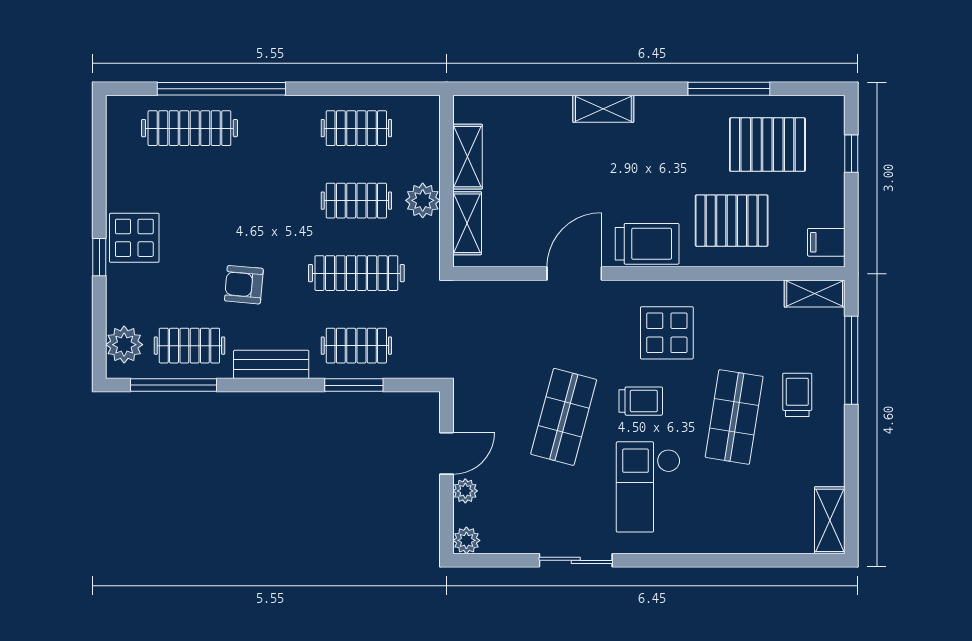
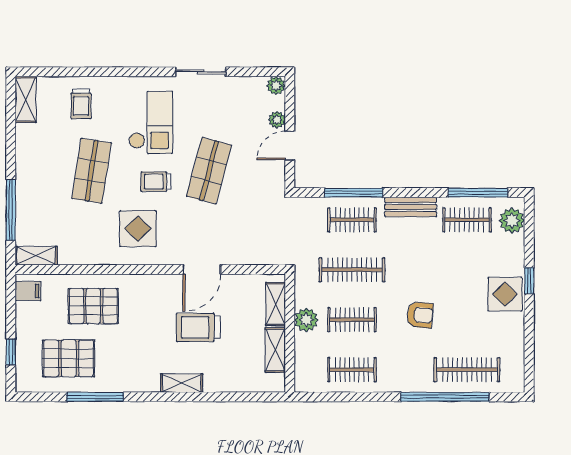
trolley: (647, 244) -> (198, 327), moved
armchair: (244, 285) -> (420, 315), moved
window: (354, 385) -> (354, 193), width x1.44
trolley: (797, 395) -> (81, 104), moved

